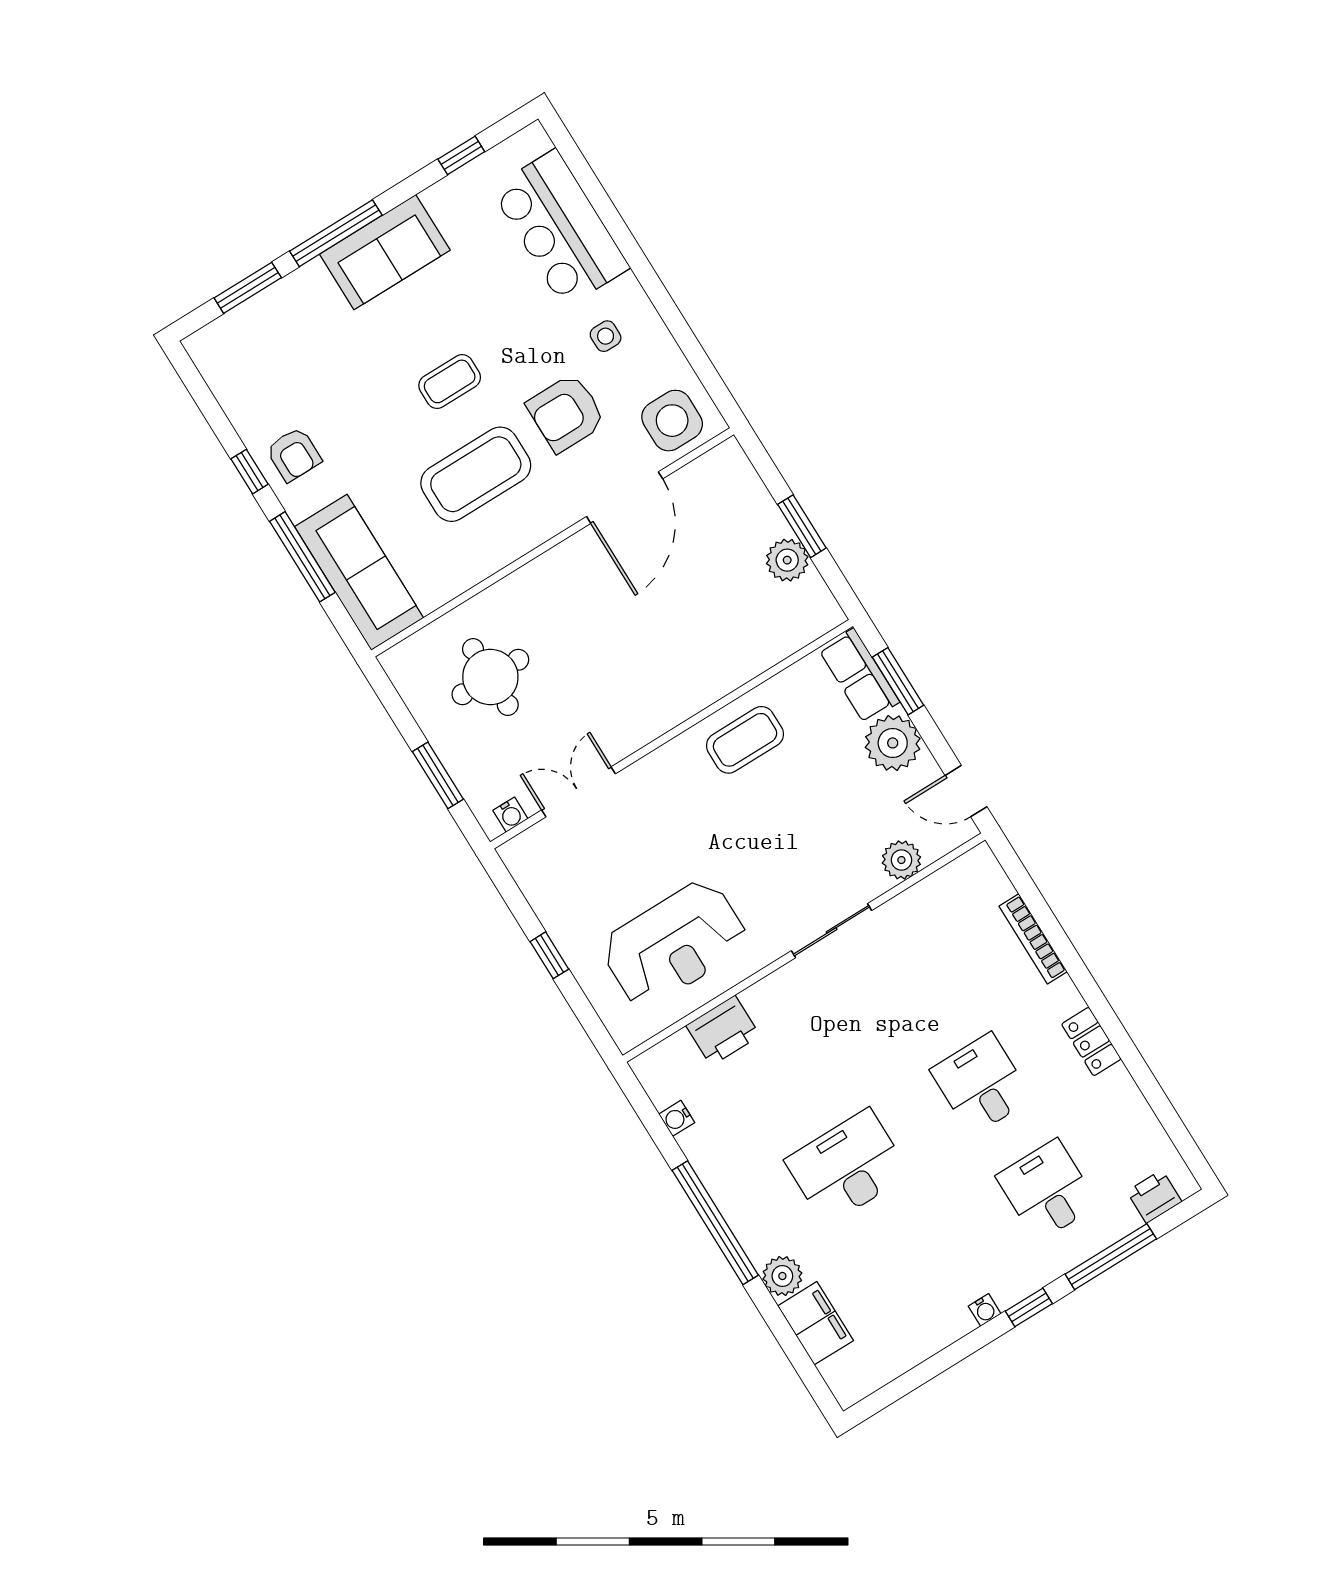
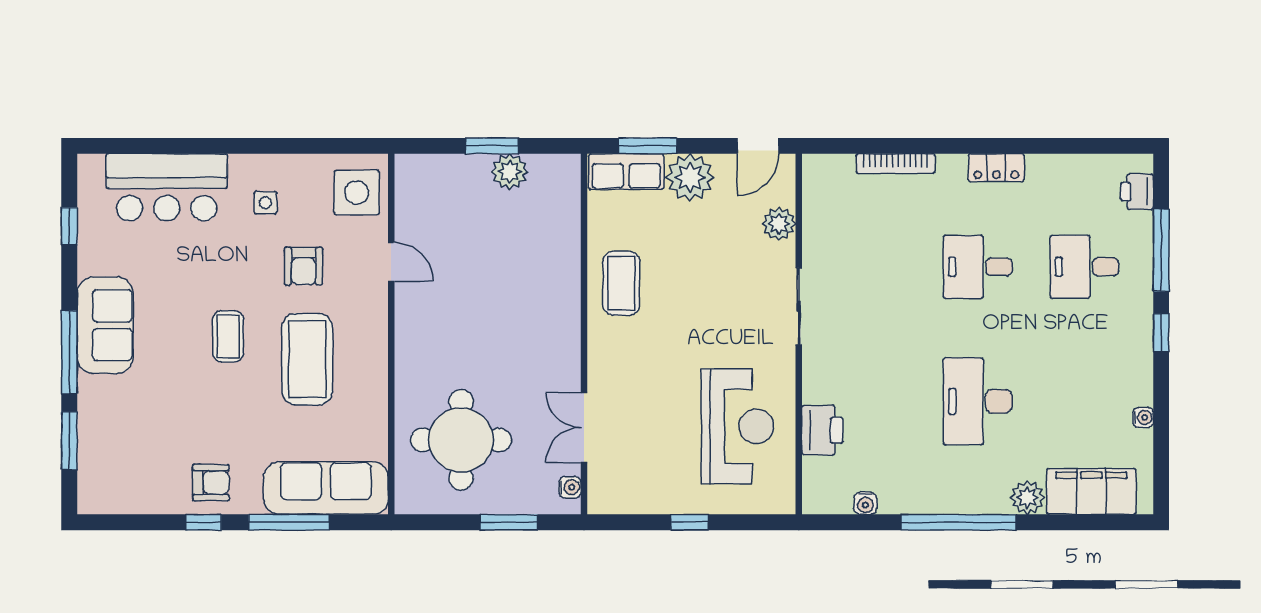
armchair: (566, 413) -> (303, 266), width x0.72, depth x0.72
door: (625, 498) -> (391, 262), width x0.53
round table: (490, 677) -> (461, 440), width x1.36, depth x1.36
water cooler: (985, 1310) -> (1143, 417), moved
filing cabinet: (816, 1323) -> (1091, 491), width x1.50, depth x1.17

